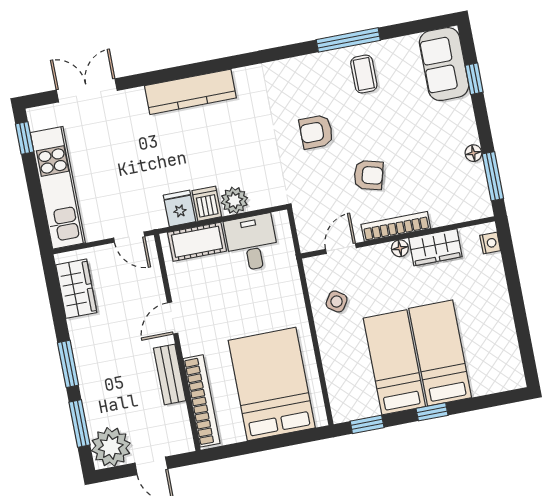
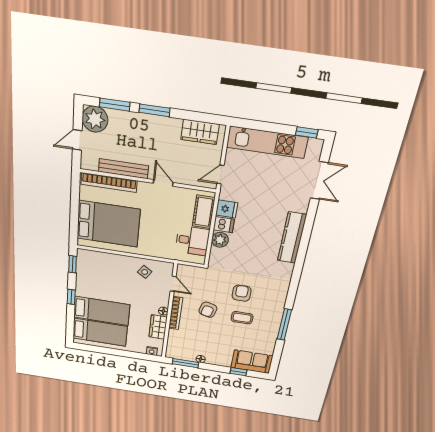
coffee table: (364, 74) -> (242, 318), moved
bed: (394, 362) -> (100, 332), moved
bench: (170, 374) -> (123, 169), width x1.36

